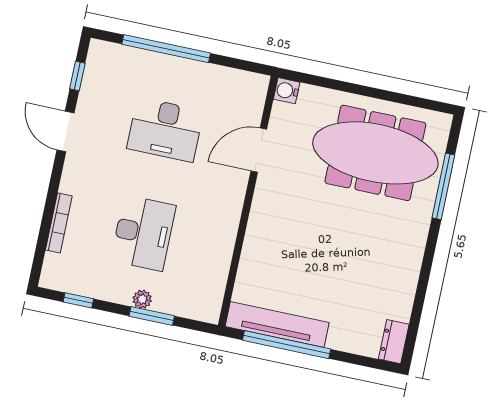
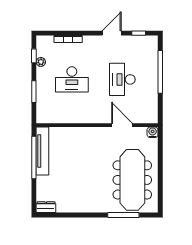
plant: (142, 299) -> (41, 62), moved

